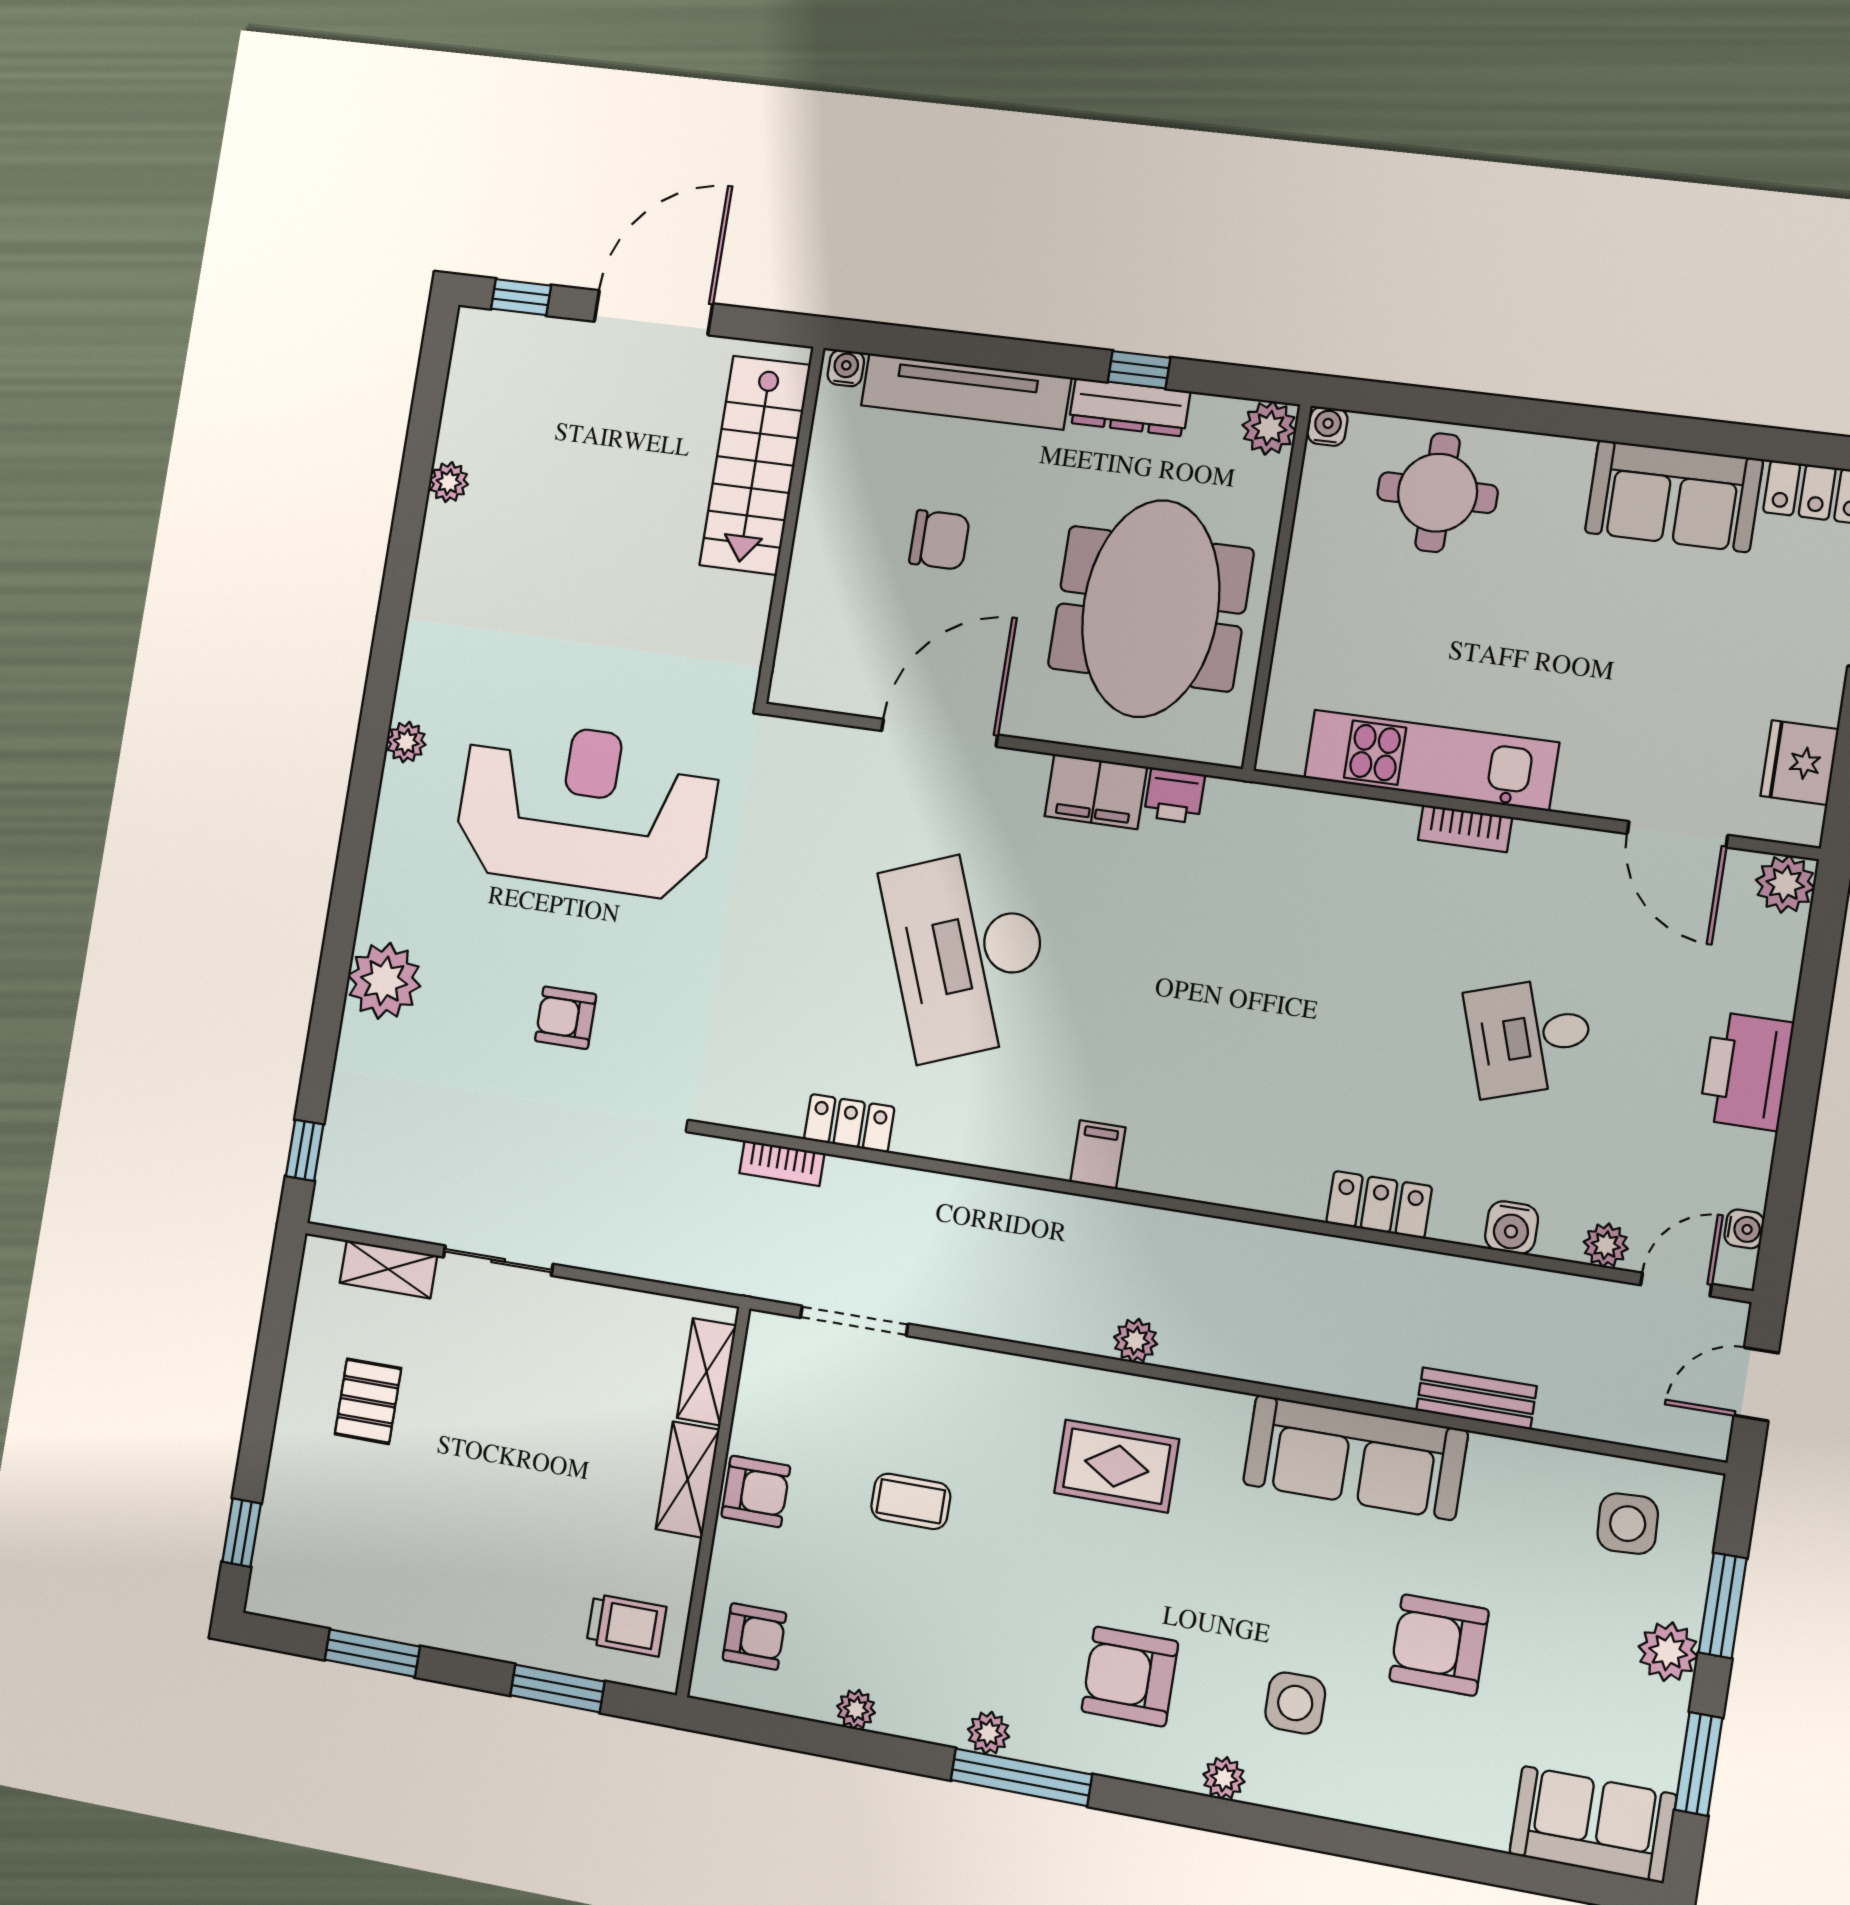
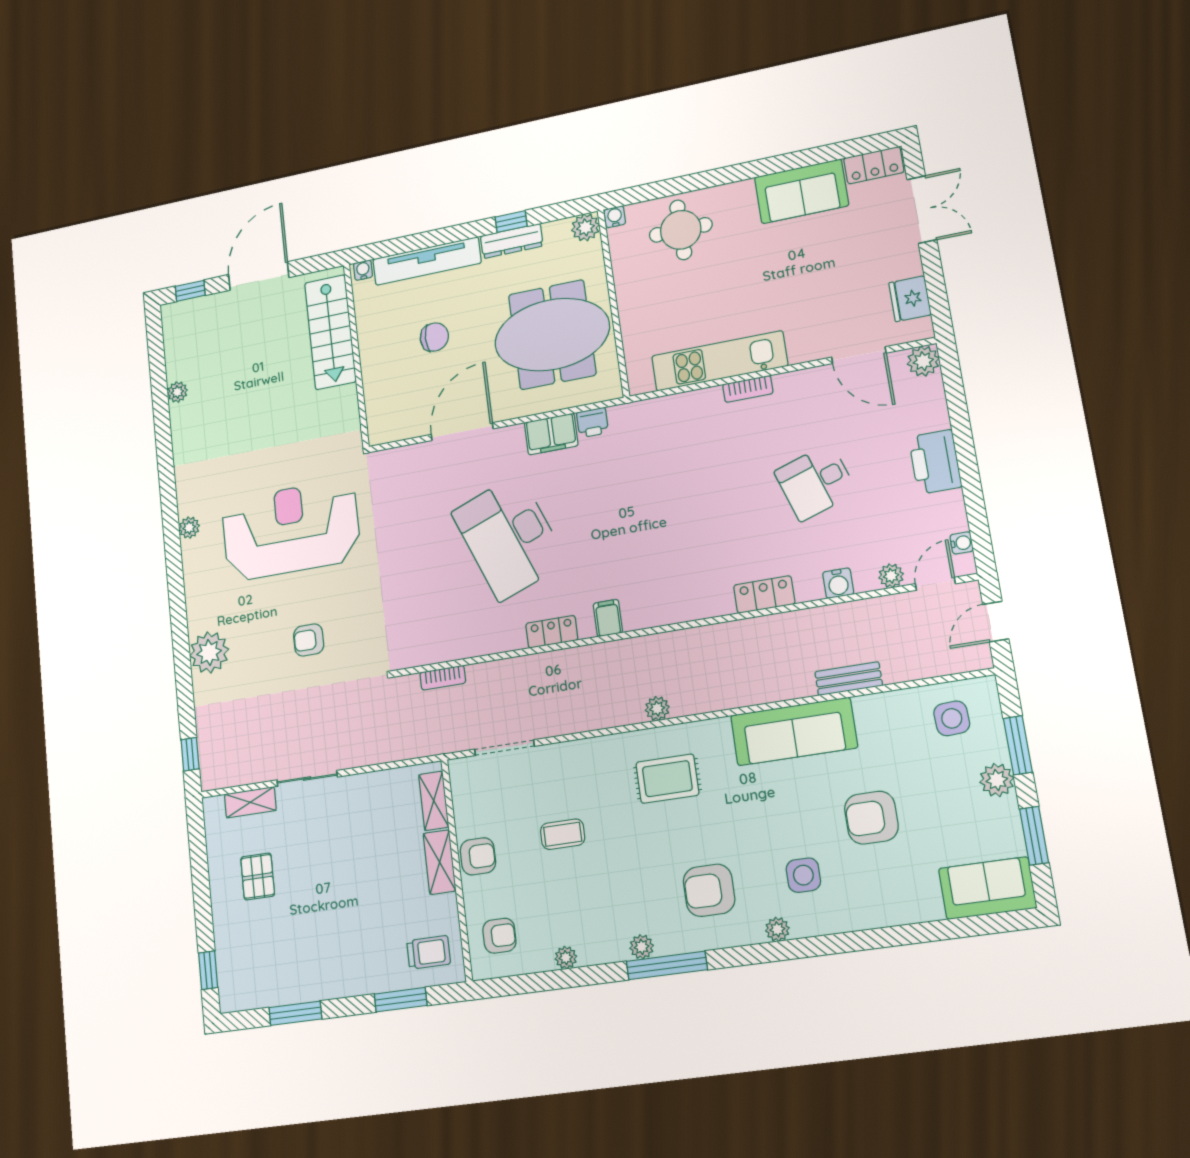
meeting table: (1151, 609) -> (552, 335), turned 90
locker: (849, 1123) -> (552, 632), moved

